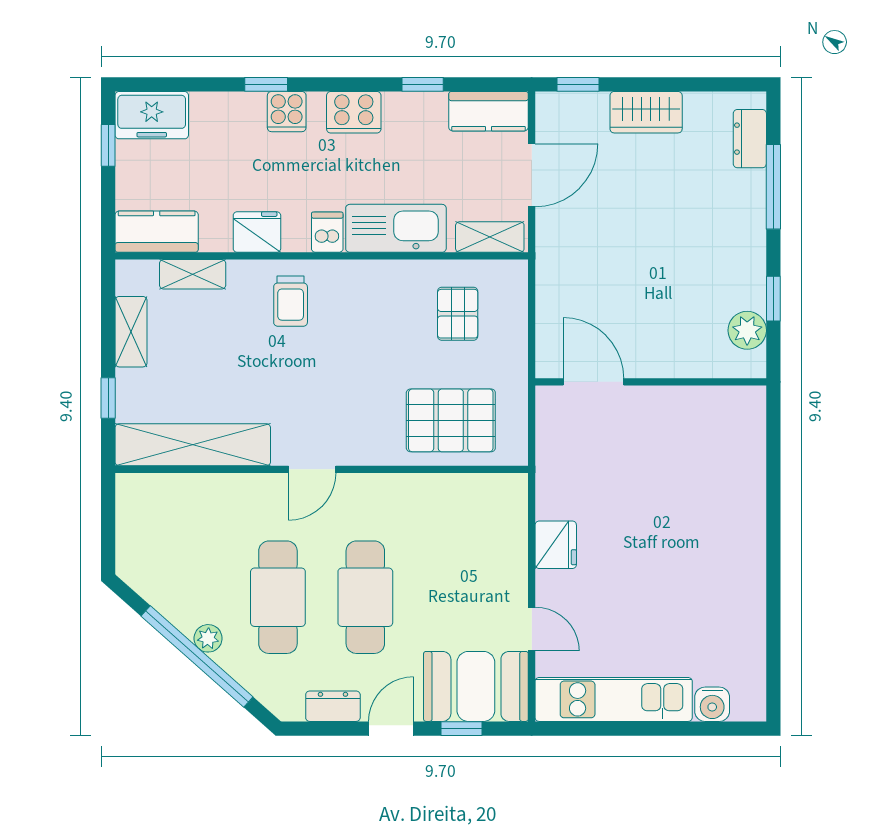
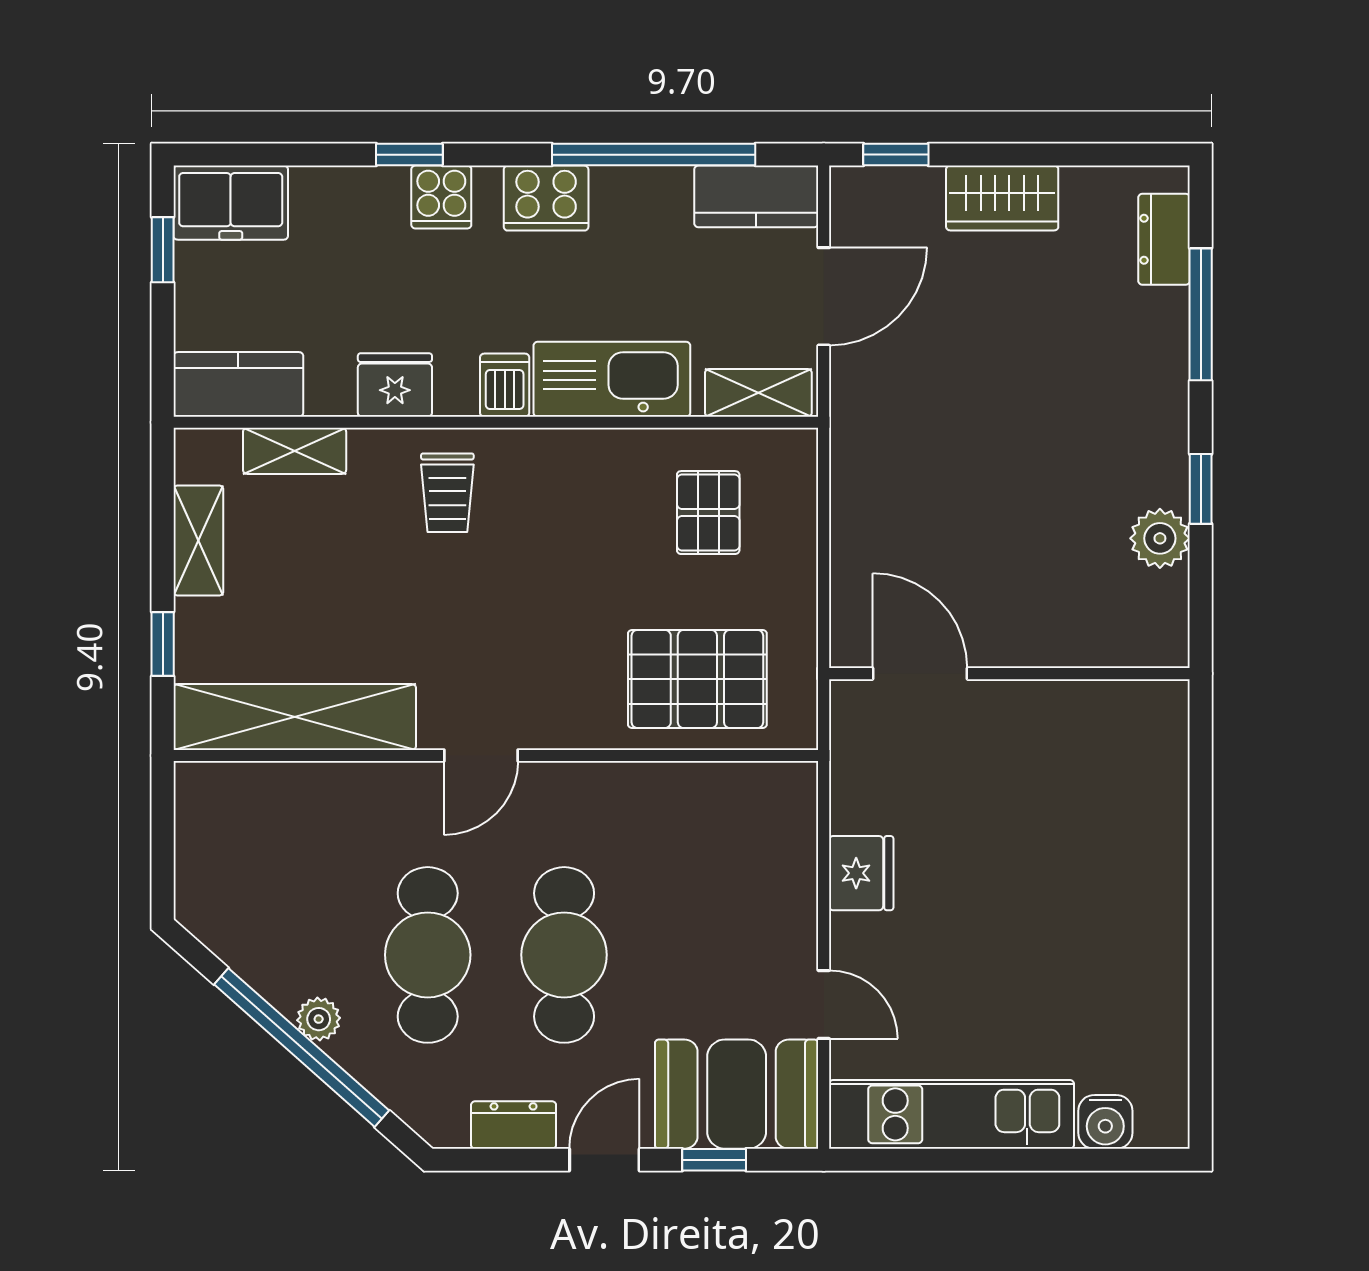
window: (423, 84) -> (654, 155), width x3.17
door: (593, 382) -> (920, 674), moved
wall: (651, 382) -> (1009, 674), moved

